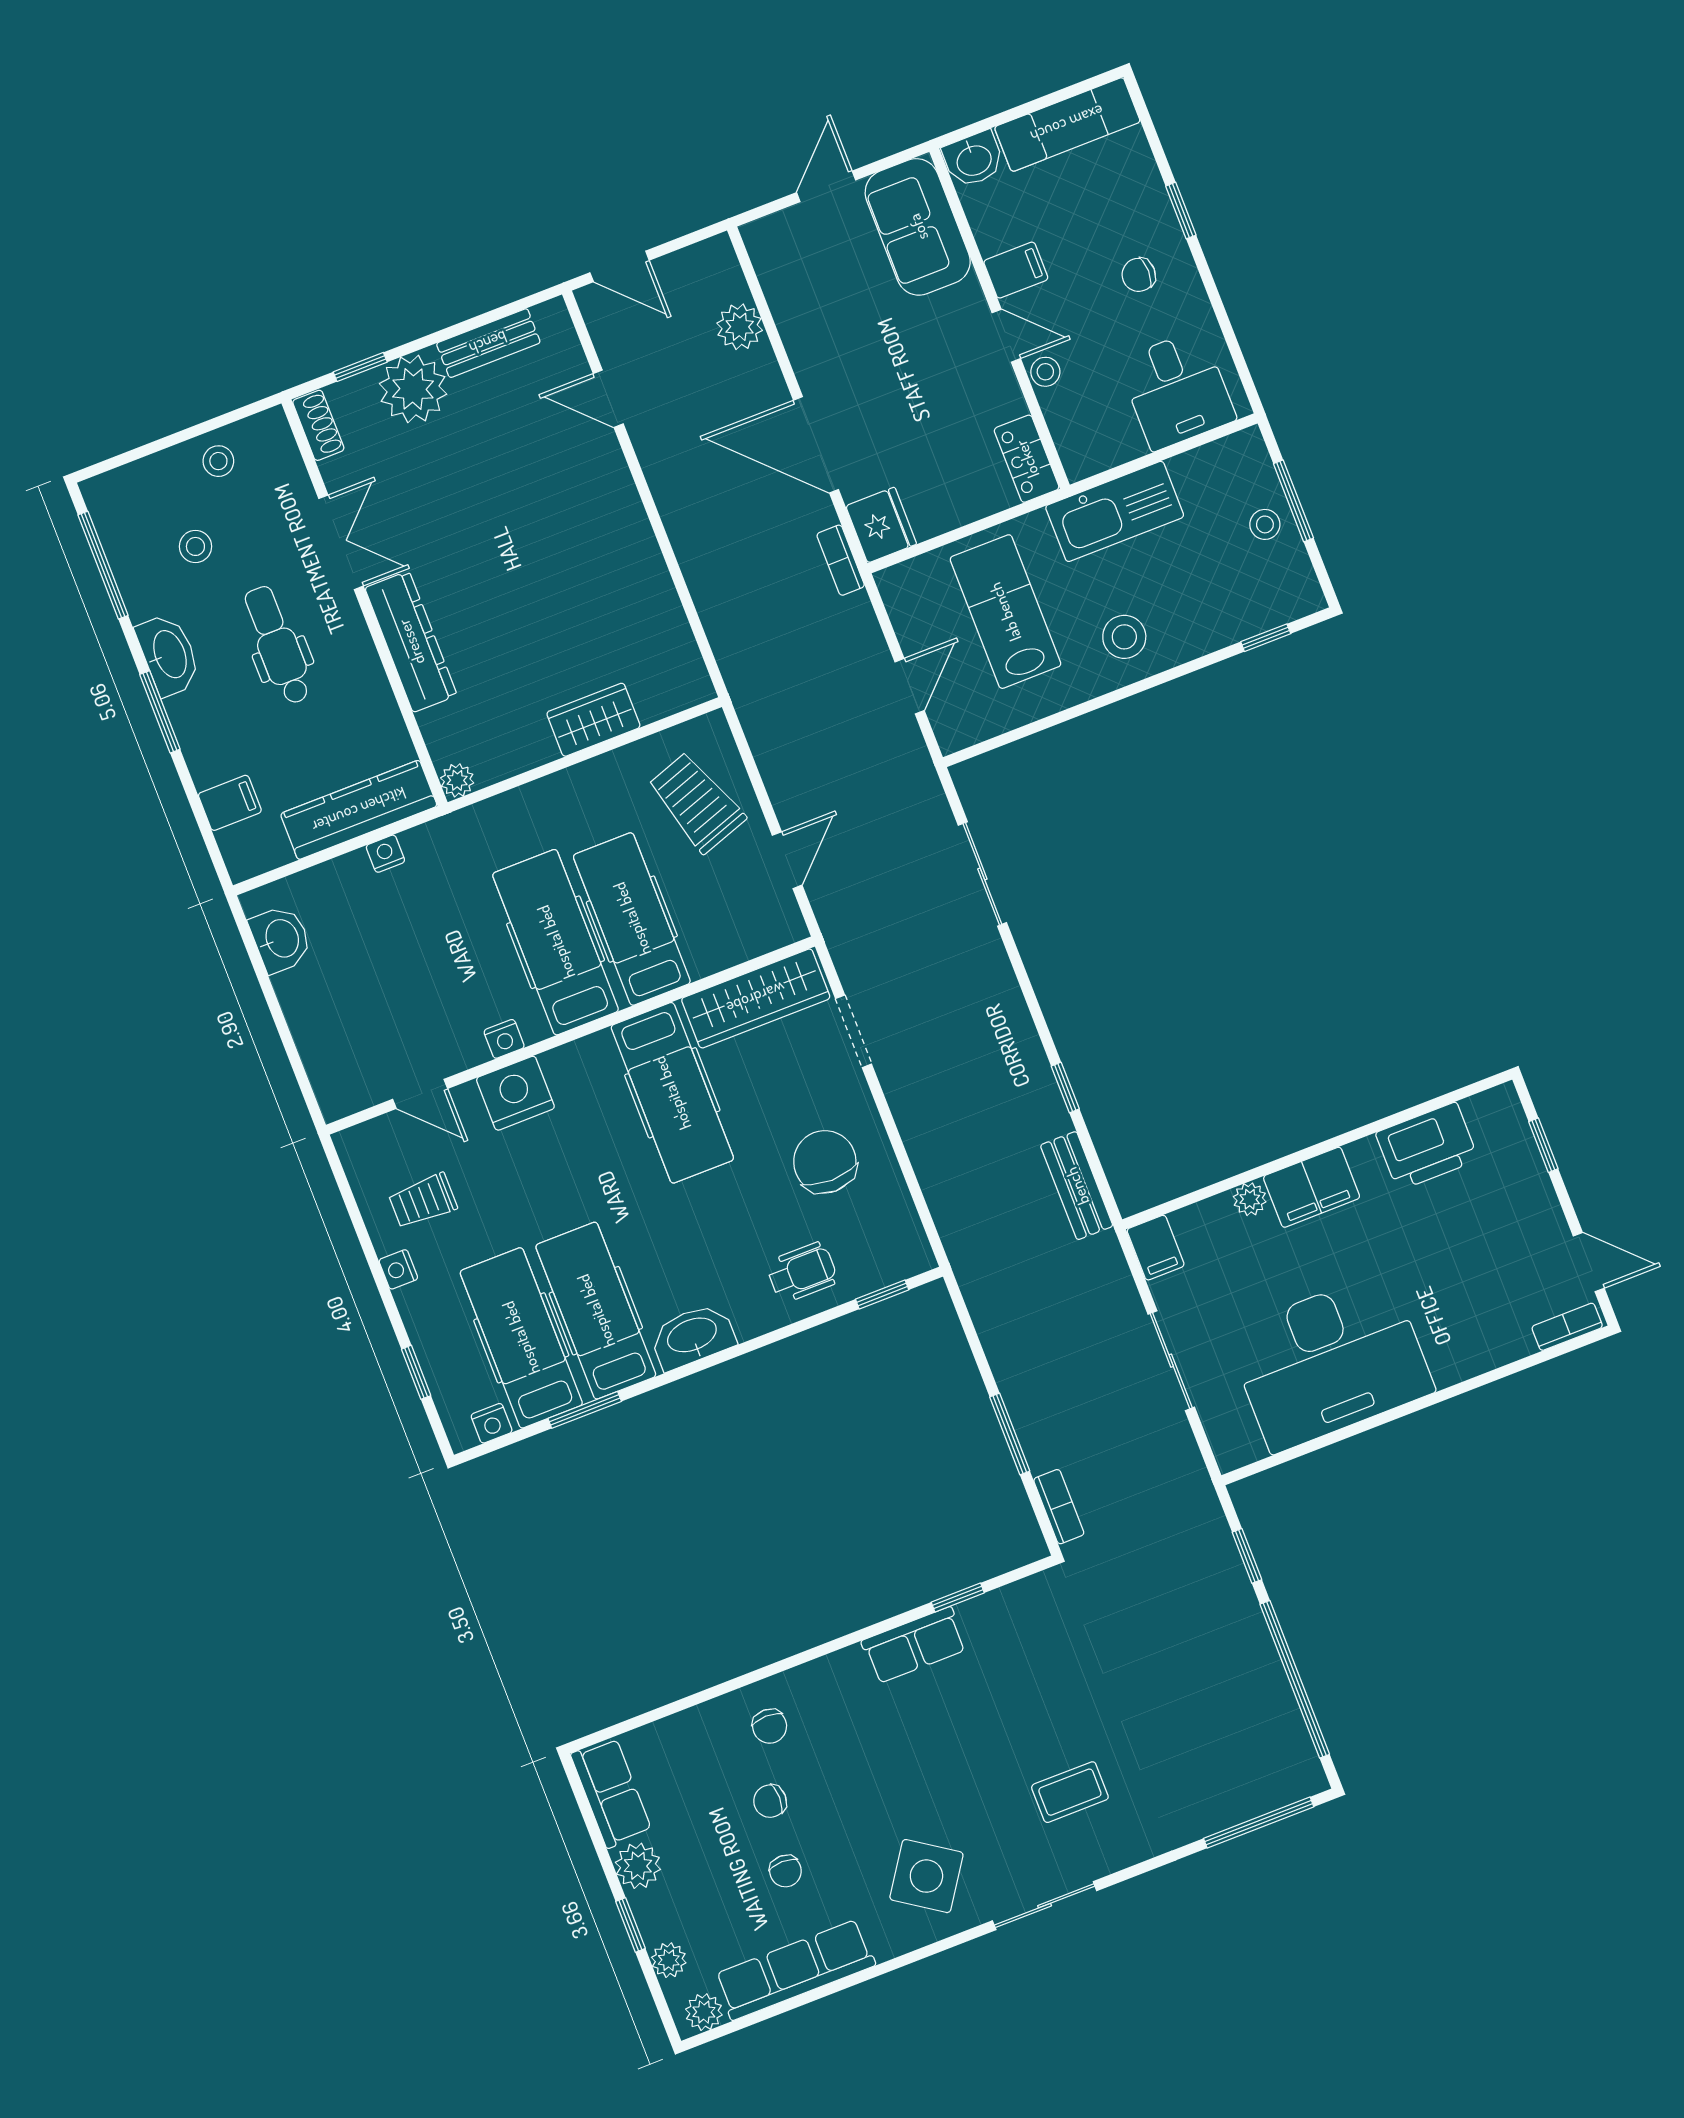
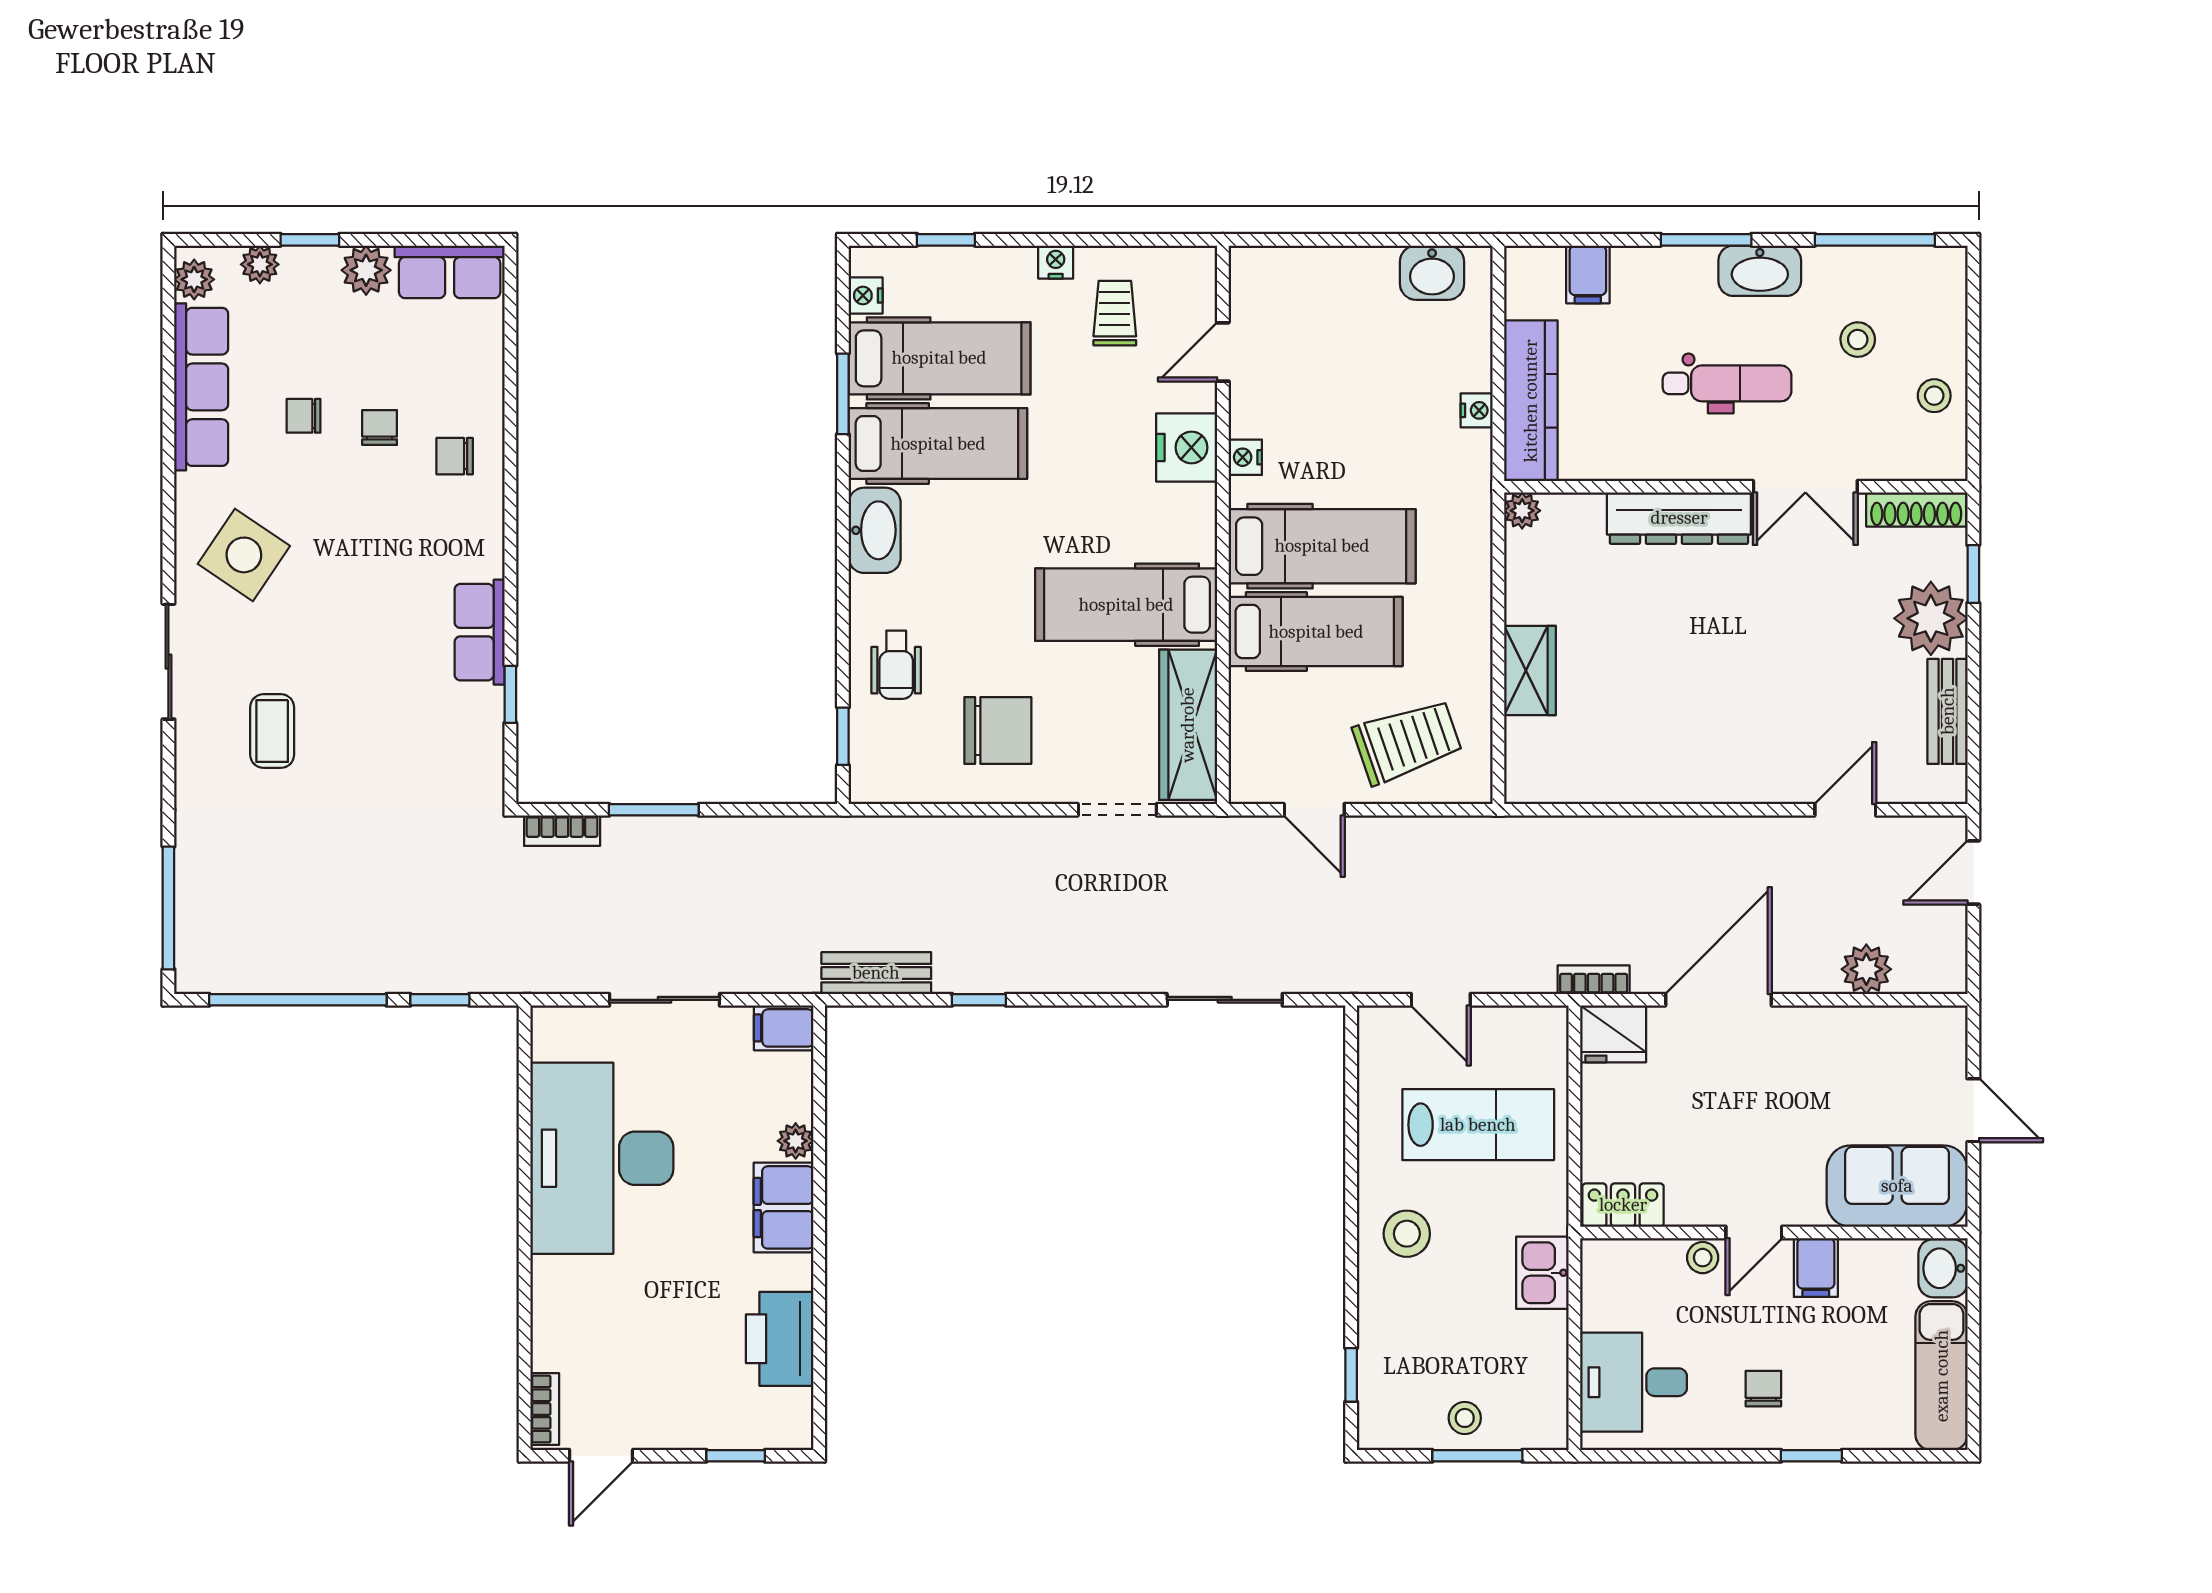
shoe rack: (318, 425) -> (1916, 509), width x1.43
kitchen sink: (1115, 511) -> (1542, 1273), width x0.53, depth x0.81

